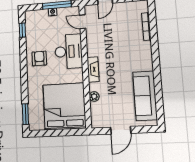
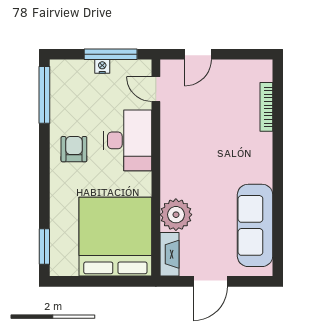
window: (22, 30) -> (44, 95), width x2.17
fireplace: (93, 69) -> (169, 254), moved
plant: (94, 96) -> (176, 215), width x1.87, depth x1.87

